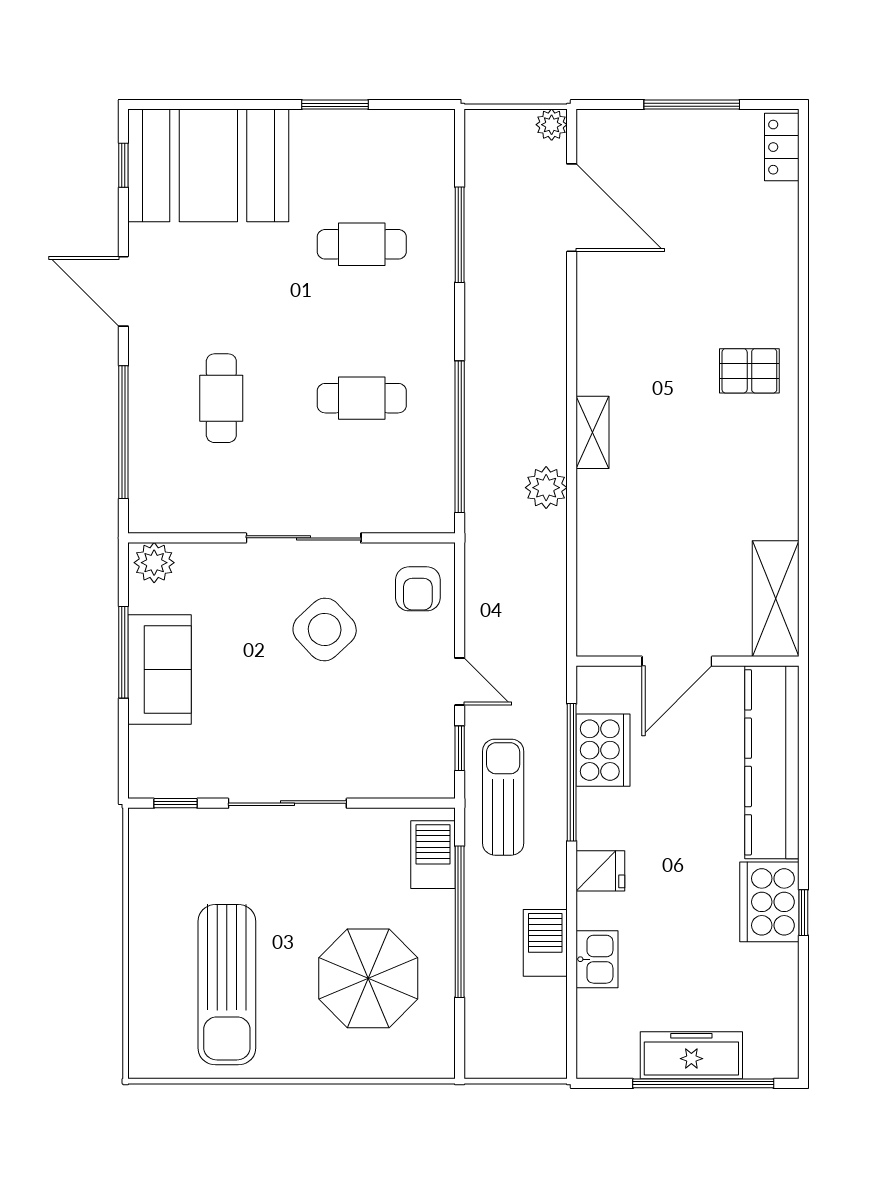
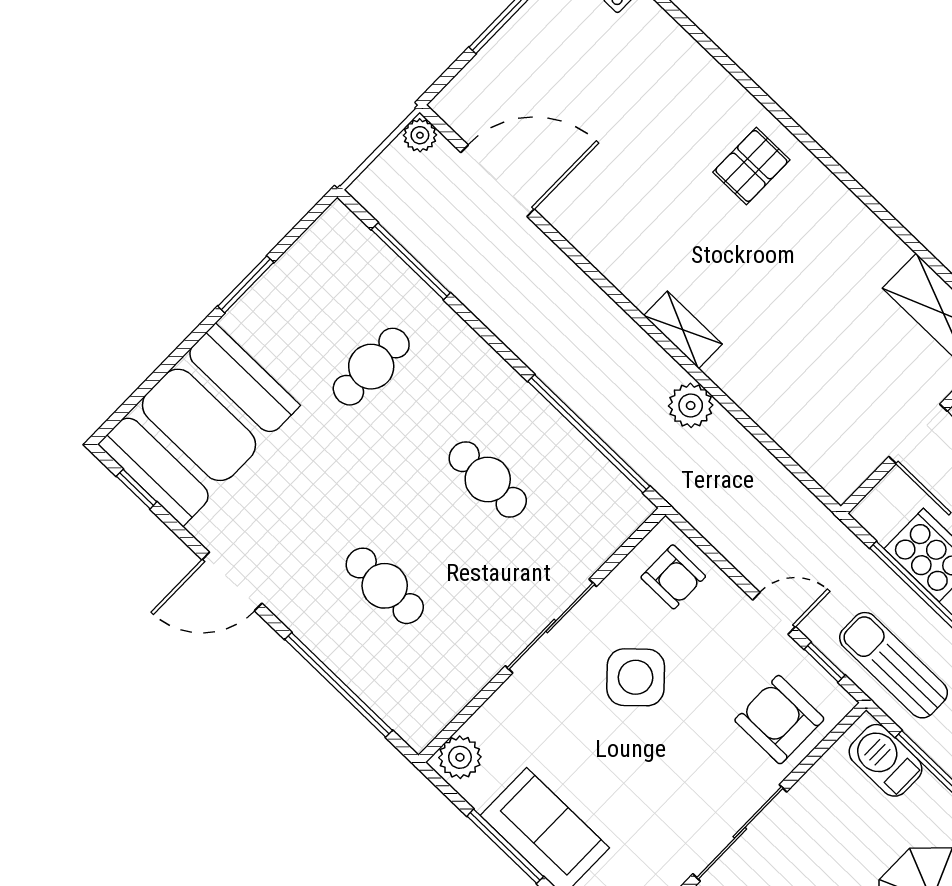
window: (460, 235) -> (411, 261), moved
cafe table: (362, 398) -> (488, 479), turned 90
armchair: (391, 755) -> (779, 720), added

